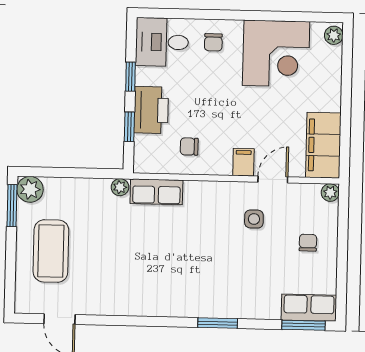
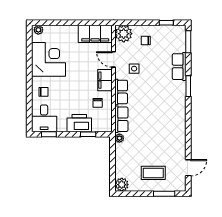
window: (131, 77) -> (49, 134), moved
filing cabinet: (243, 162) -> (105, 80), width x2.00
row of seats: (209, 193) -> (121, 92), added
plant: (330, 193) -> (124, 34), width x1.88, depth x1.88
window: (12, 206) -> (164, 194), moved
coffee table: (51, 251) -> (153, 173), width x0.73, depth x0.76
window: (342, 283) -> (166, 23), added
row of seats: (309, 308) -> (179, 67), moved

